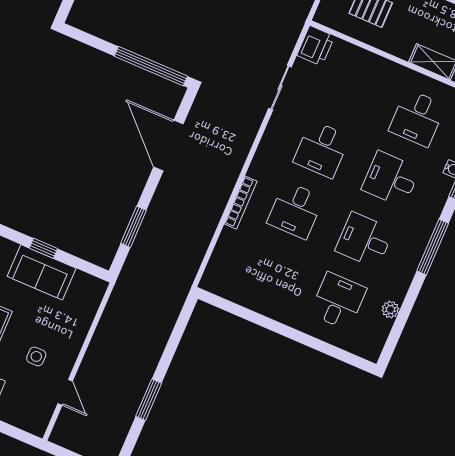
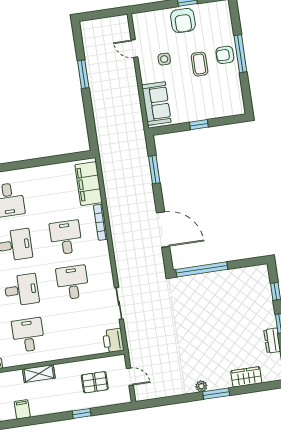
filing cabinet: (226, 260) -> (89, 184), added
sofa: (42, 272) -> (156, 104), moved, turned 90

